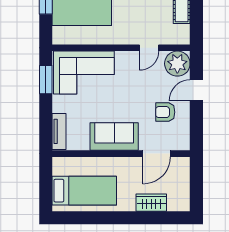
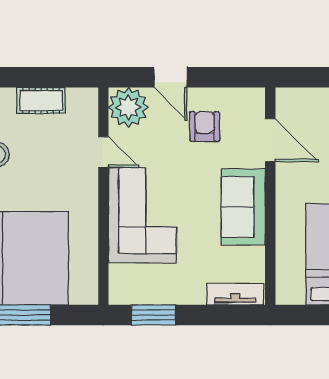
corner sofa: (84, 73) -> (142, 215), moved
armchair: (165, 112) -> (205, 126), turned 180

